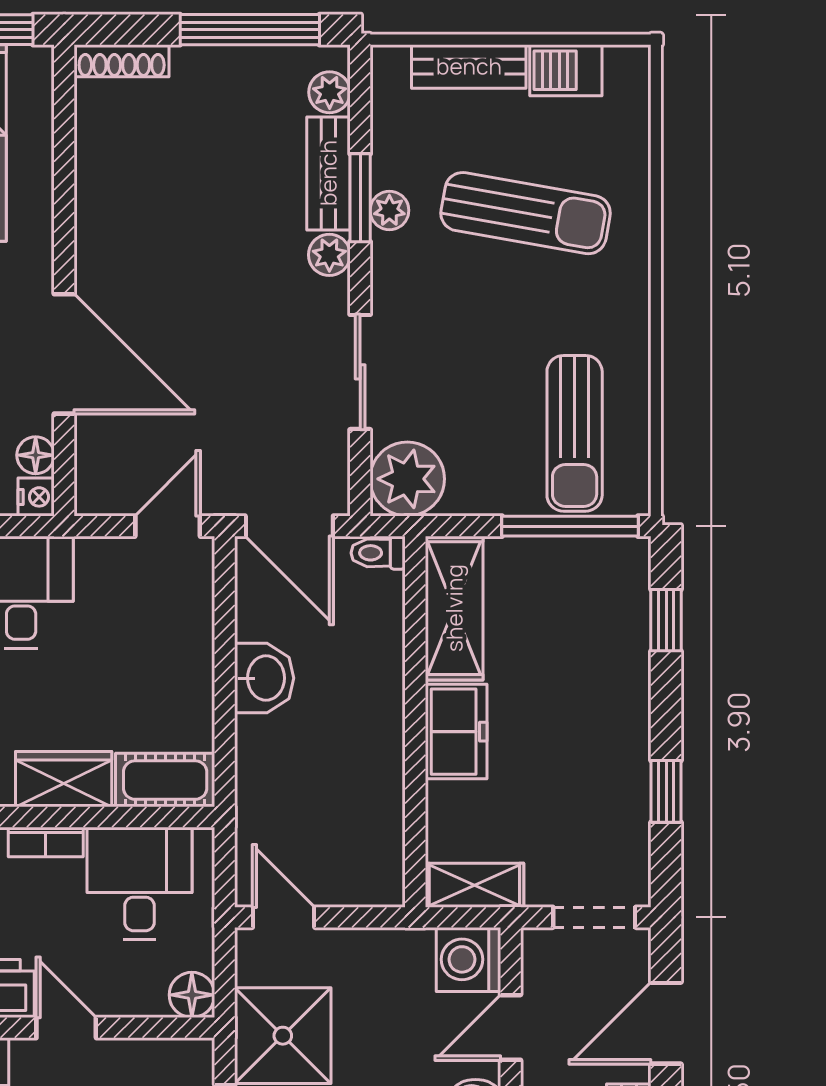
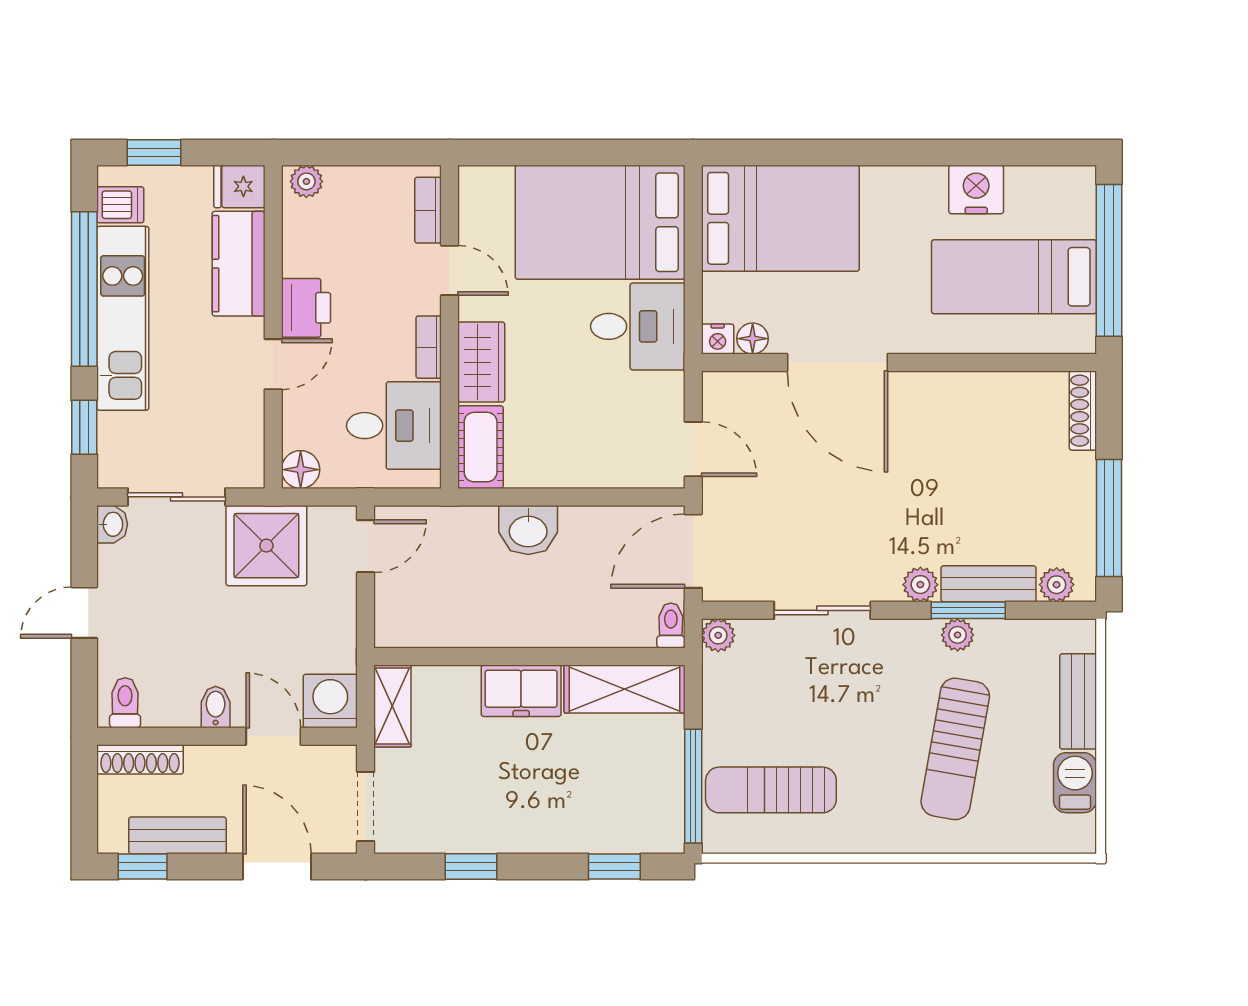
door: (64, 354) -> (837, 363), hinge flipped
plant: (407, 479) -> (718, 635), width x0.53, depth x0.53
washbasin: (264, 678) -> (528, 530), moved

